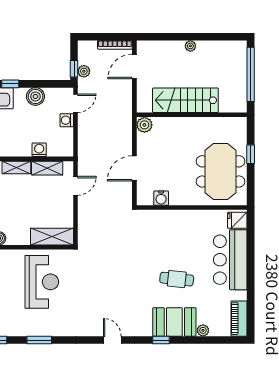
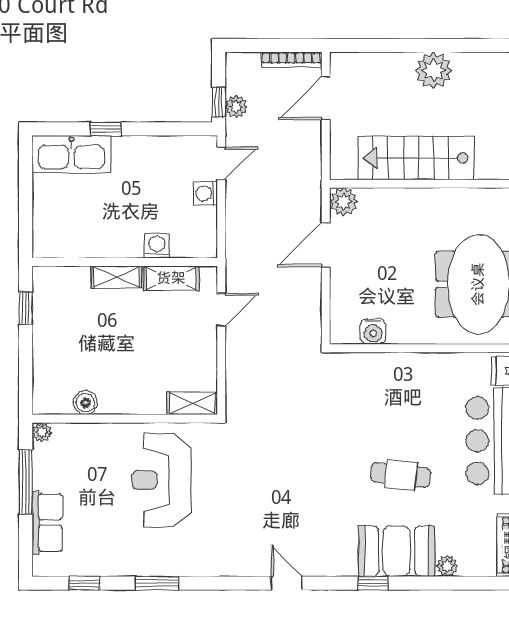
plant: (190, 46) -> (434, 70), width x1.88, depth x1.88
boiler: (35, 96) -> (150, 151), removed
door: (134, 168) -> (326, 245), moved
shelving: (52, 237) -> (192, 403), width x0.67, depth x0.75
reception desk: (42, 282) -> (162, 480), turned 180

